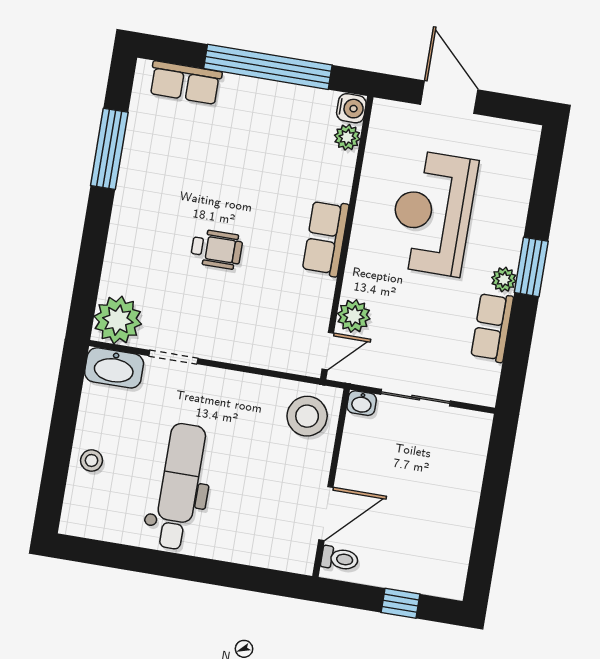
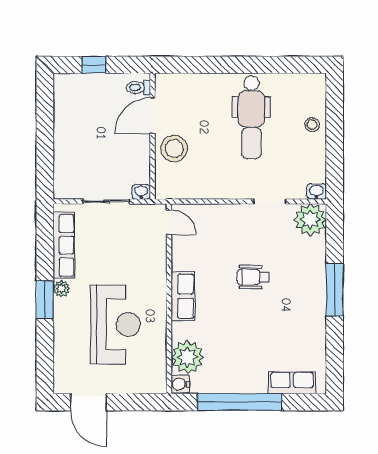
door: (449, 97) -> (89, 402), moved
plant: (347, 137) -> (187, 357), width x1.88, depth x1.88
window: (109, 149) -> (335, 290), moved
plant: (354, 316) -> (156, 248), removed
row of seats: (492, 327) -> (64, 245), width x1.48
door: (328, 351) -> (169, 222), swing flipped
washbasin: (114, 368) -> (316, 191), width x0.52, depth x0.69
stool: (307, 416) -> (174, 149), moved

